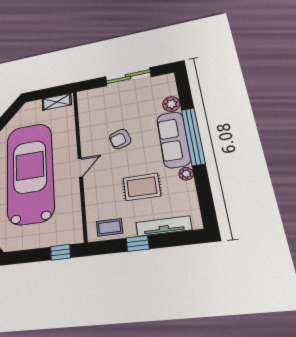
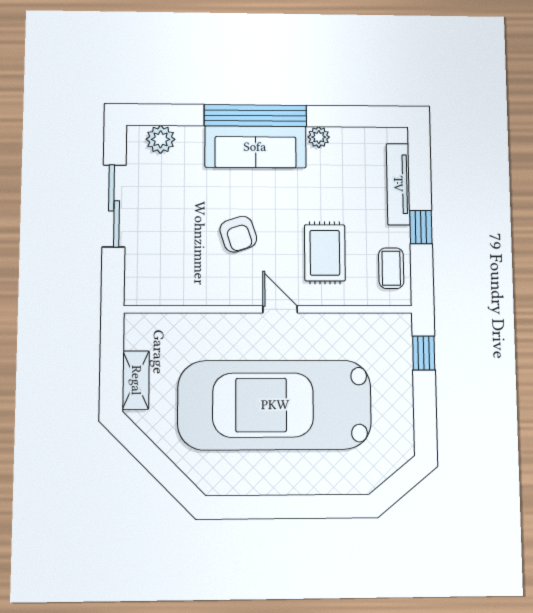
shelving: (57, 102) -> (136, 380), moved
plant: (171, 104) -> (161, 139), moved
rug: (142, 187) -> (325, 253), moved

